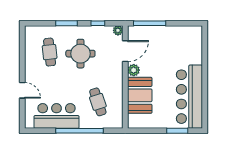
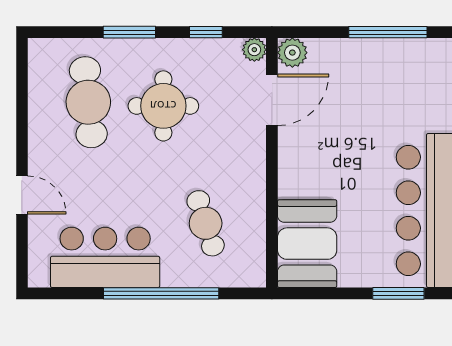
window: (150, 23) -> (388, 32), moved
cafe table: (50, 52) -> (88, 102), width x1.37, depth x1.35
plant: (134, 70) -> (292, 53), moved
booth: (140, 95) -> (307, 244), moved

